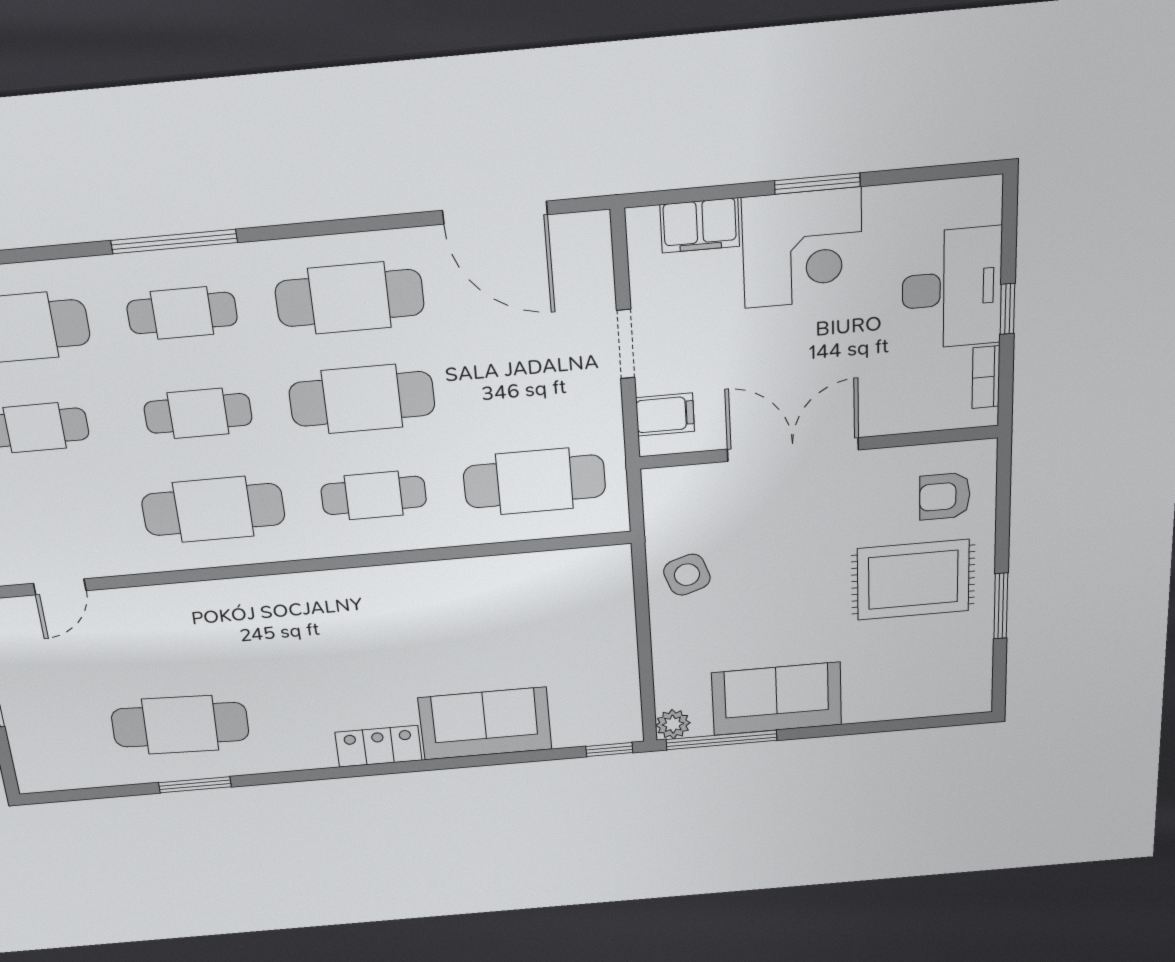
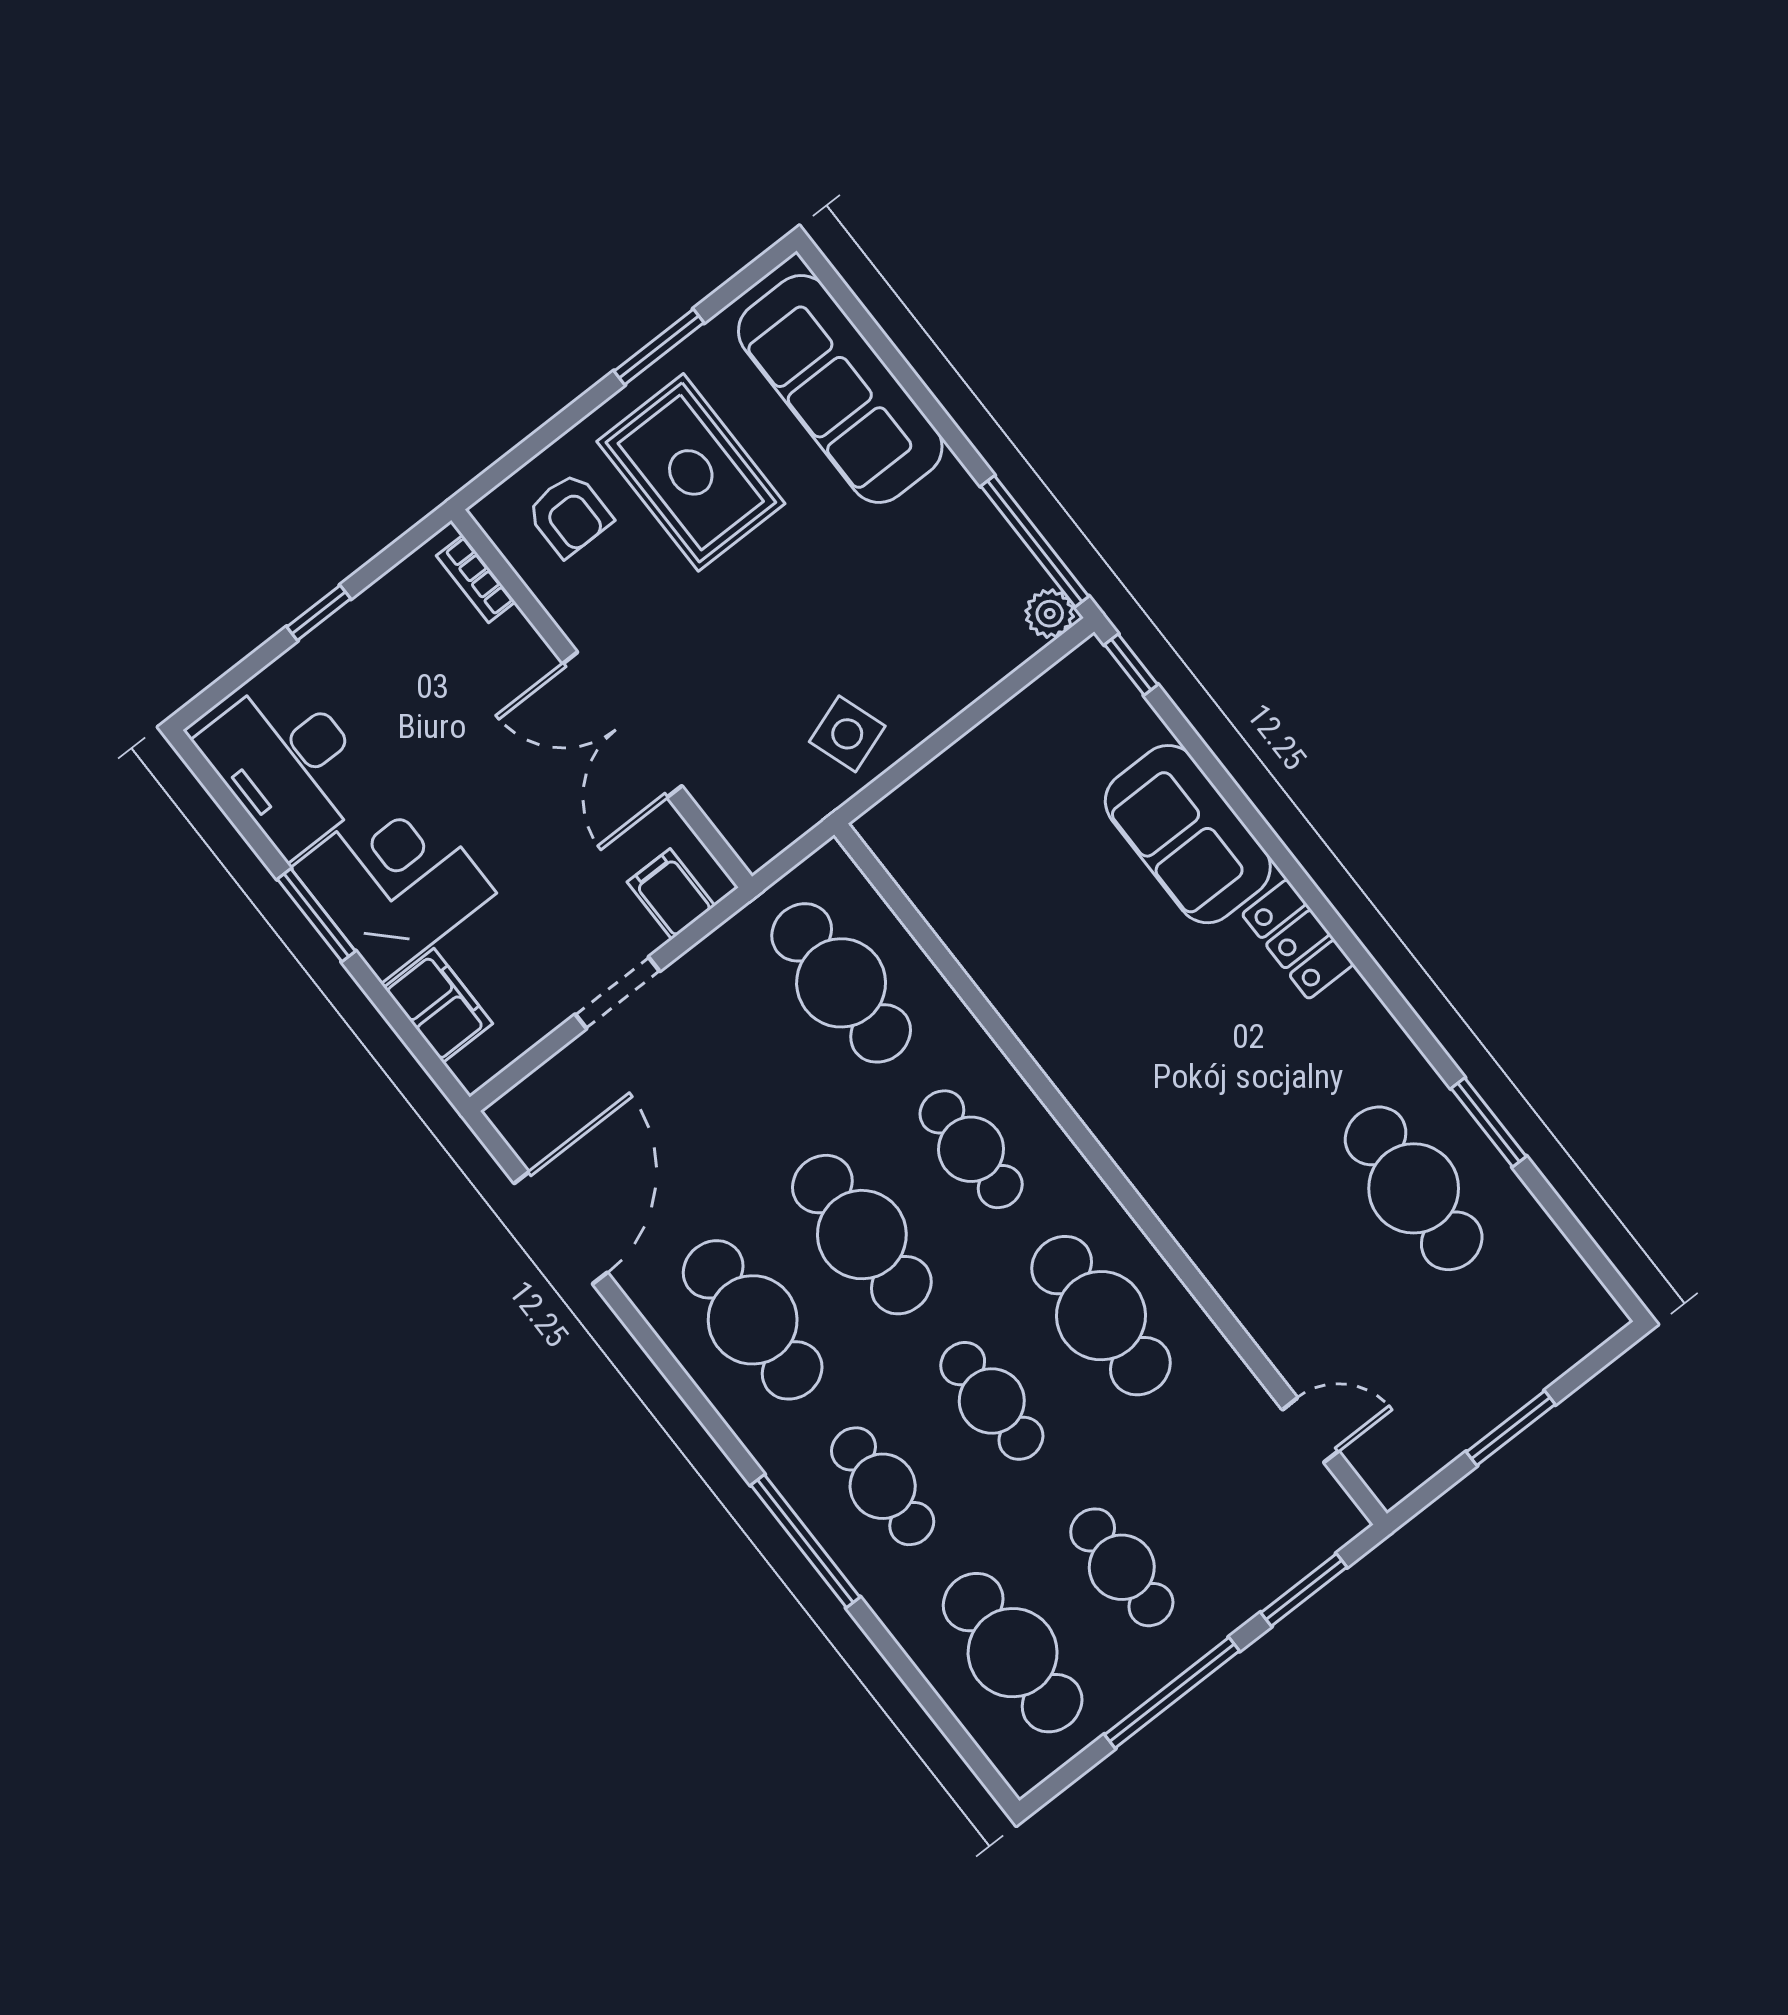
desk: (952, 289) -> (288, 764), moved, turned -90
bookcase: (986, 377) -> (476, 579), moved, turned 90
sofa: (777, 699) -> (840, 389), moved, width x1.36

